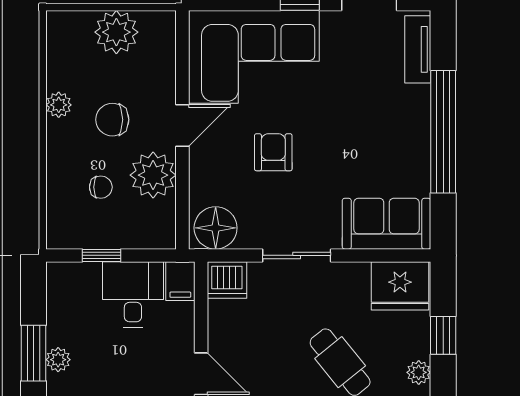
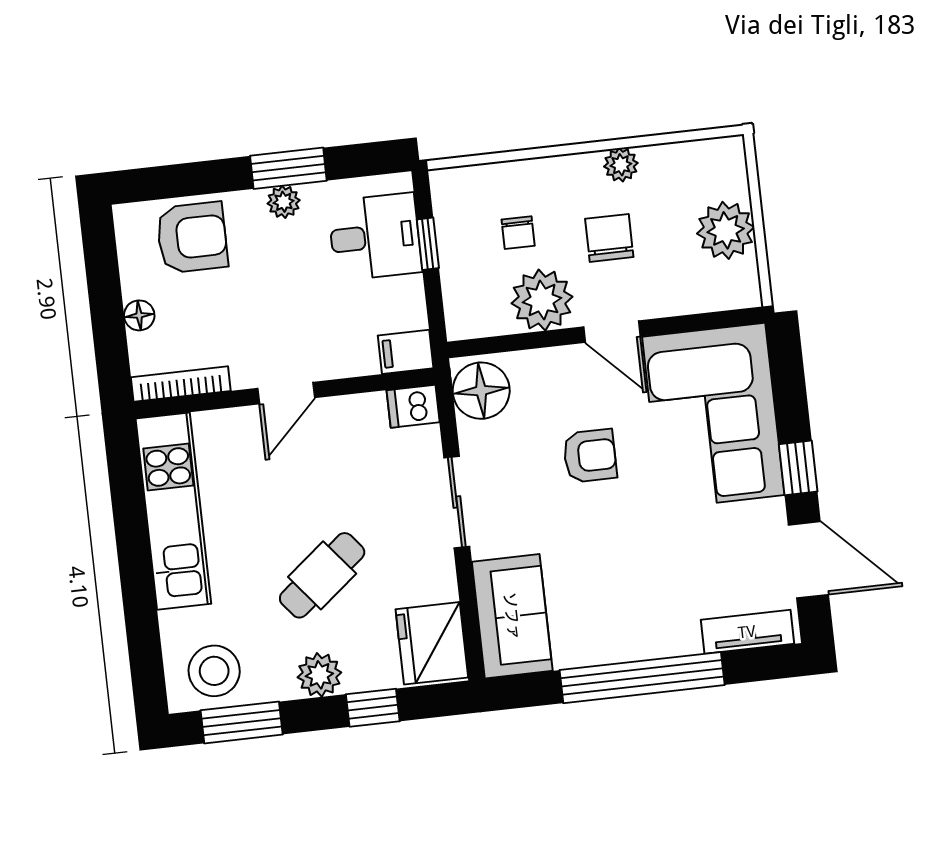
dishwasher: (227, 280) -> (413, 406), width x0.73
desk: (133, 294) -> (375, 237), moved
plant: (419, 372) -> (319, 675), width x1.38, depth x1.38

